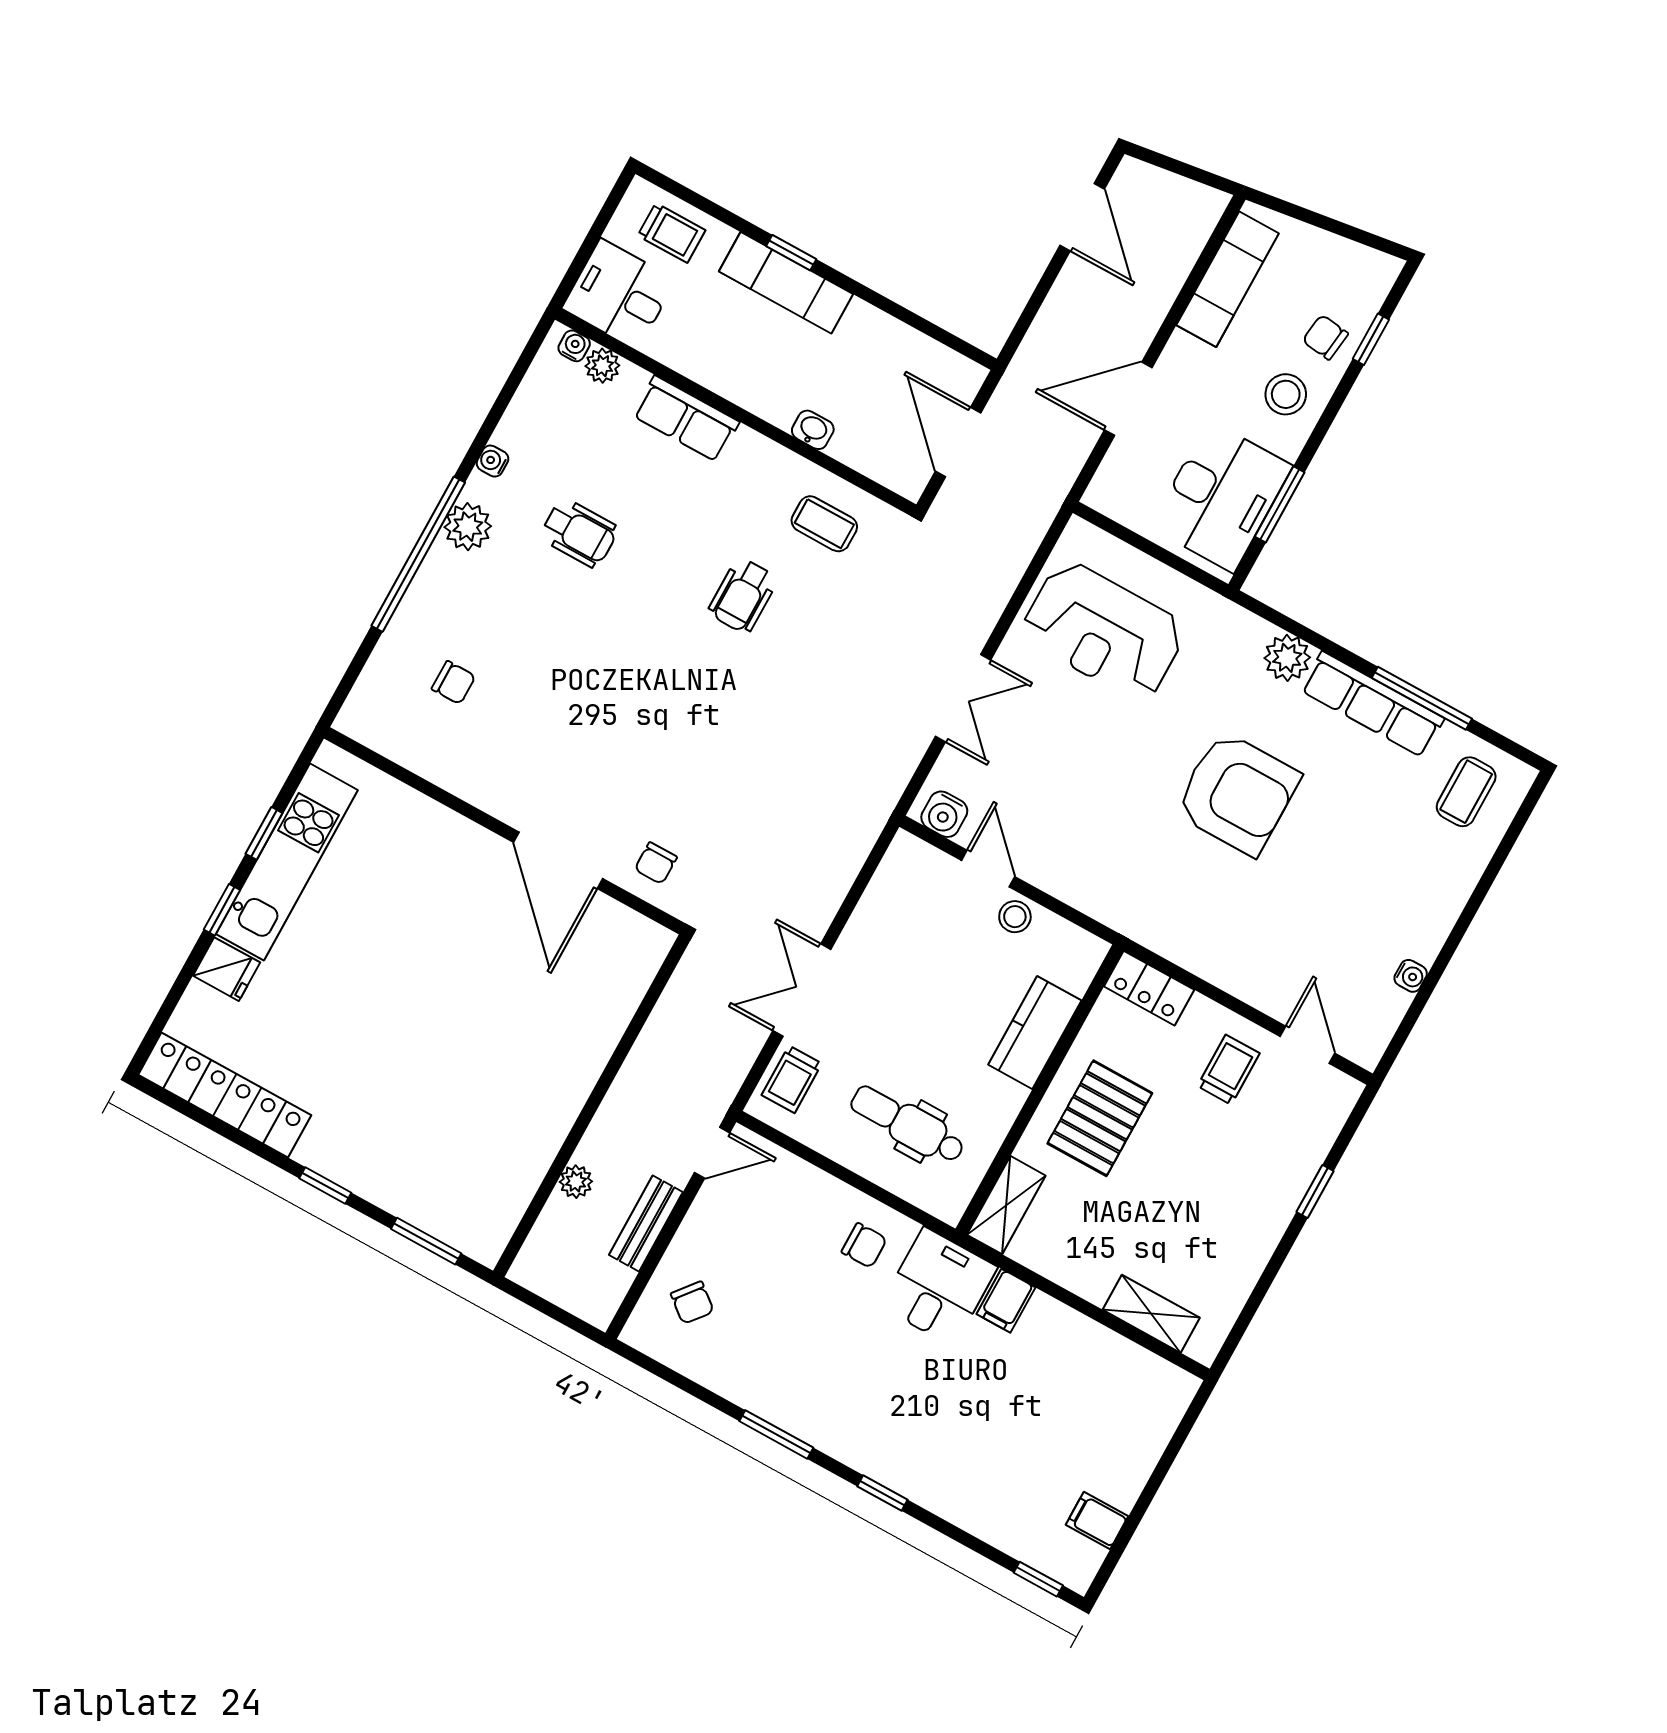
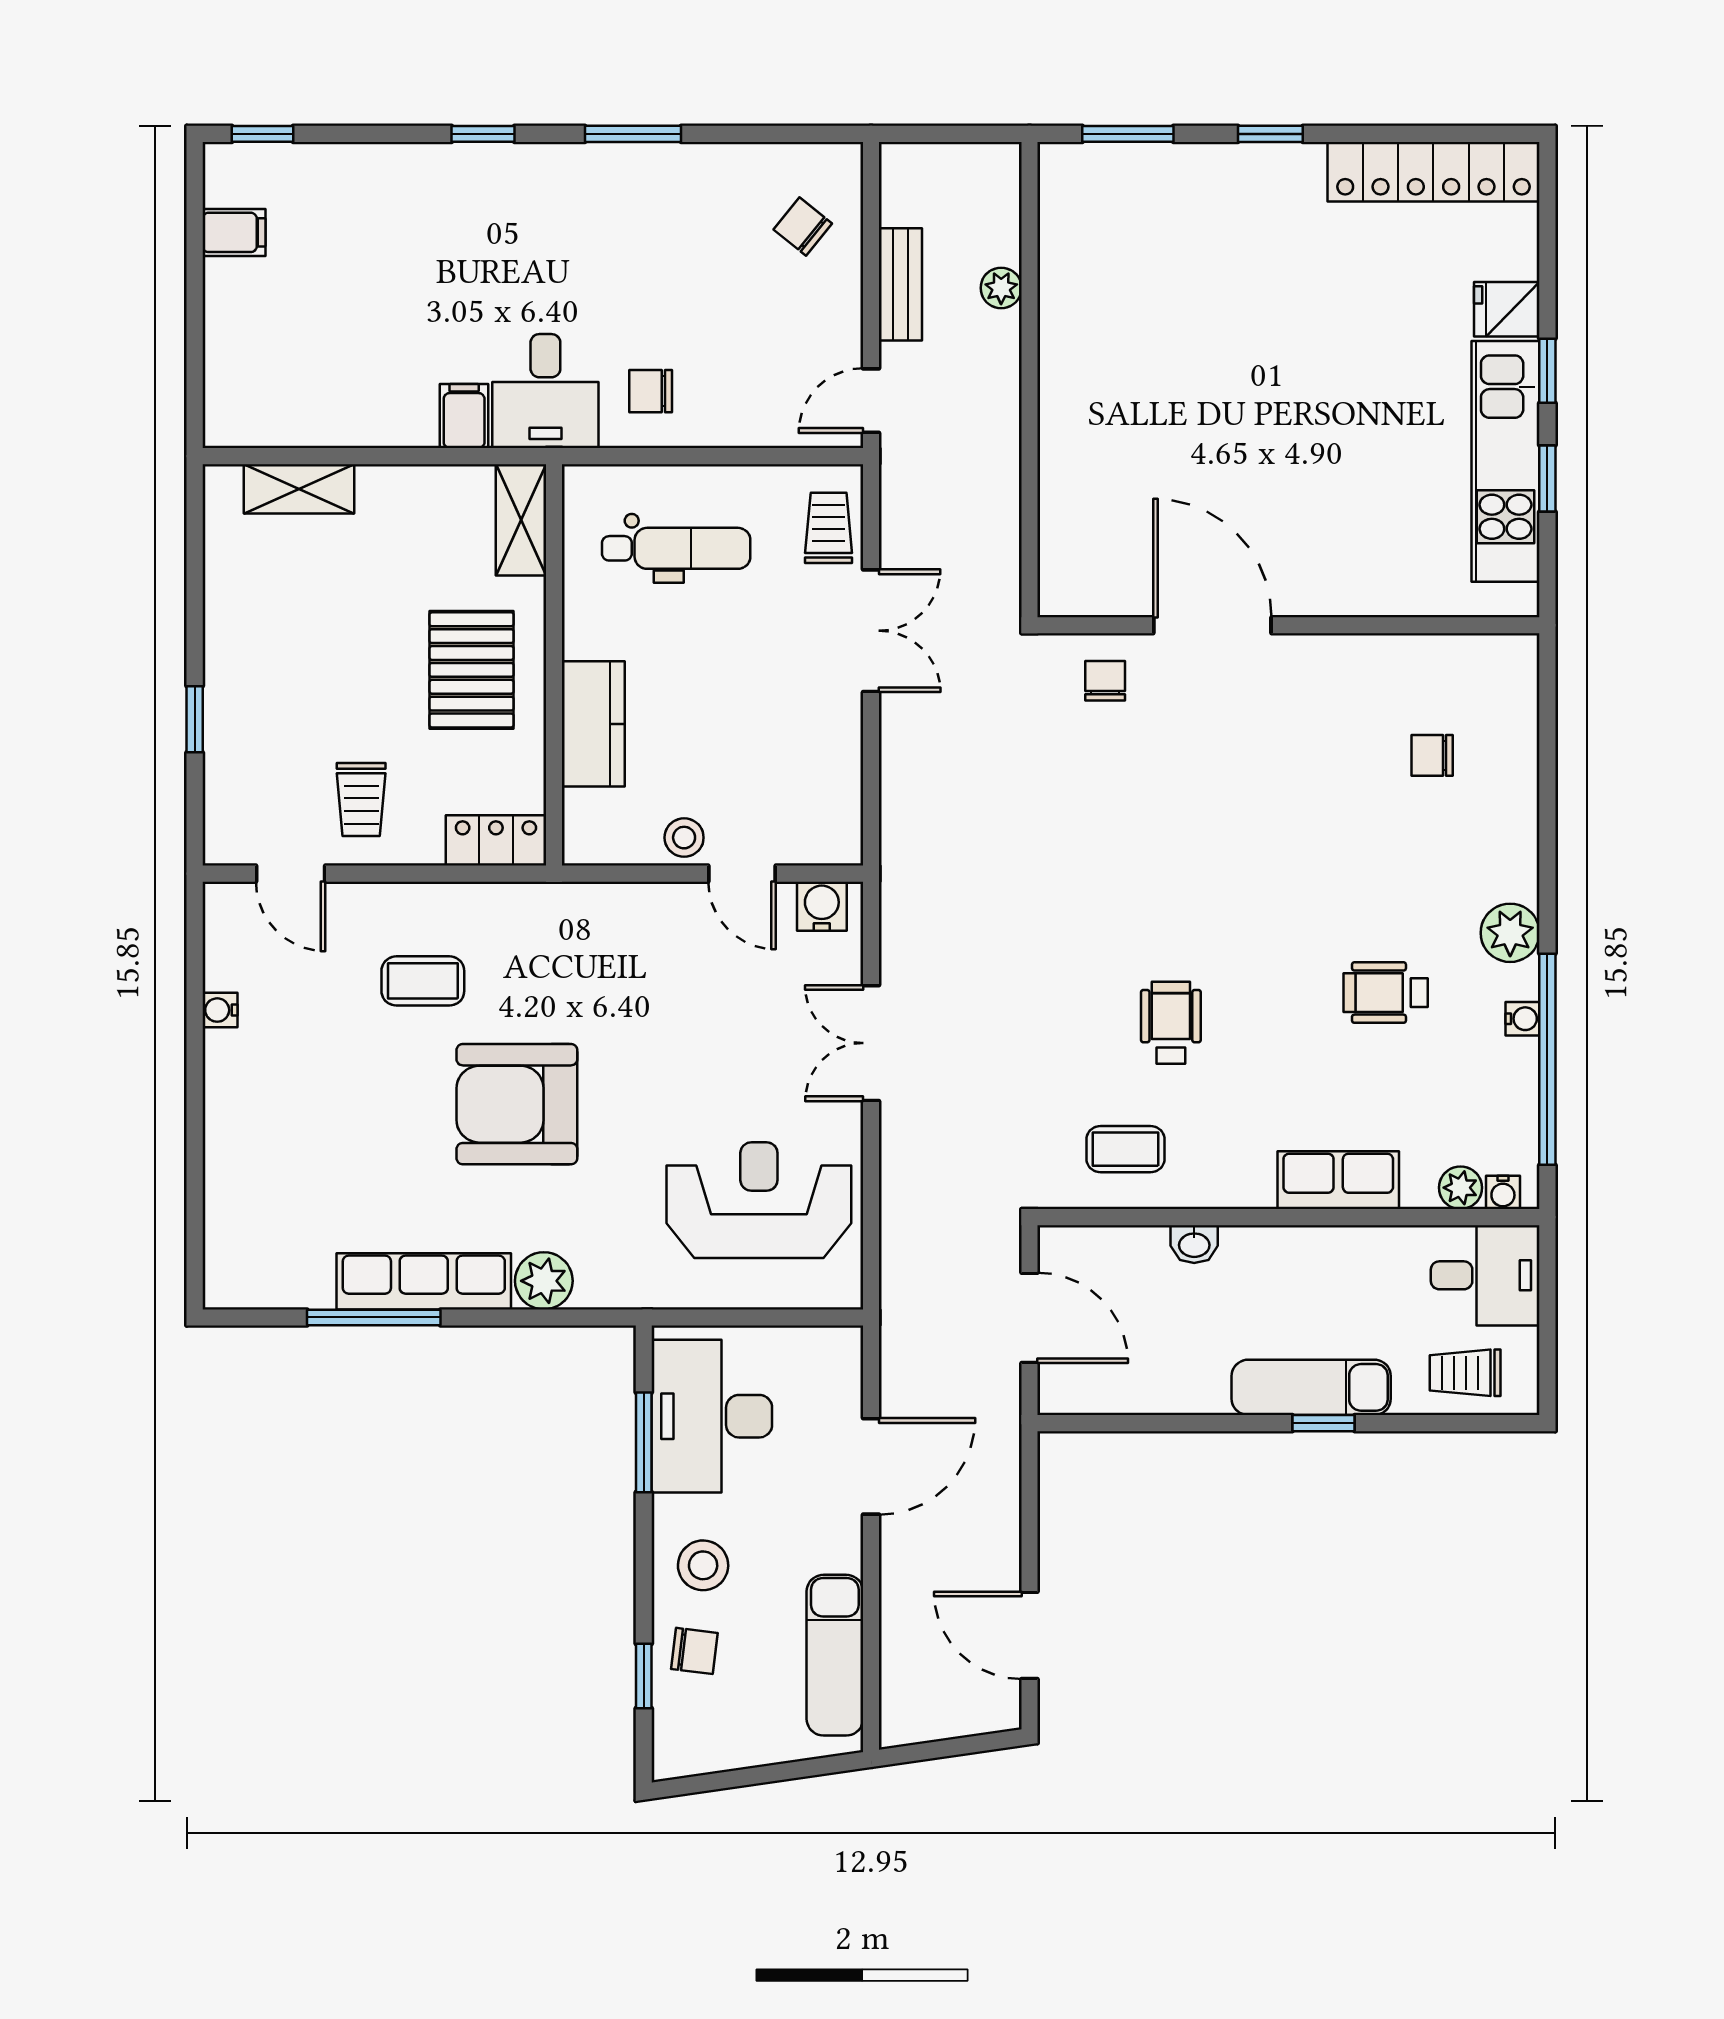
window: (418, 554) -> (1547, 1059), moved
coffee table: (1466, 792) -> (423, 981), moved, turned 90

